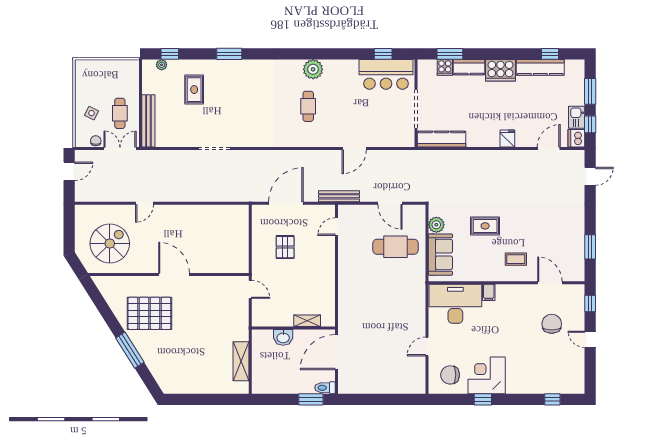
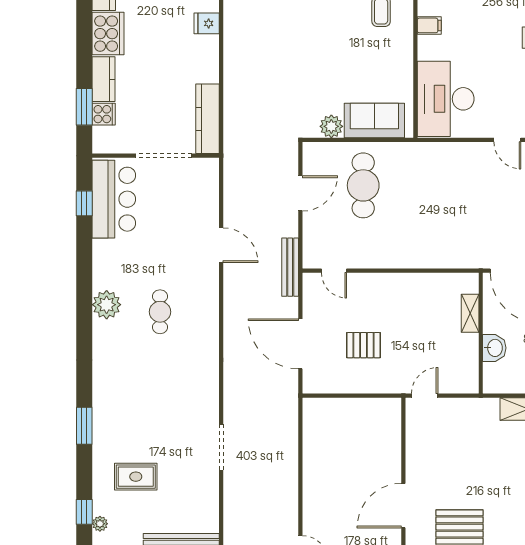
cafe table: (308, 106) -> (160, 312), turned 90
rug: (485, 226) -> (333, 56), removed
filing cabinet: (489, 292) -> (429, 25), moved

